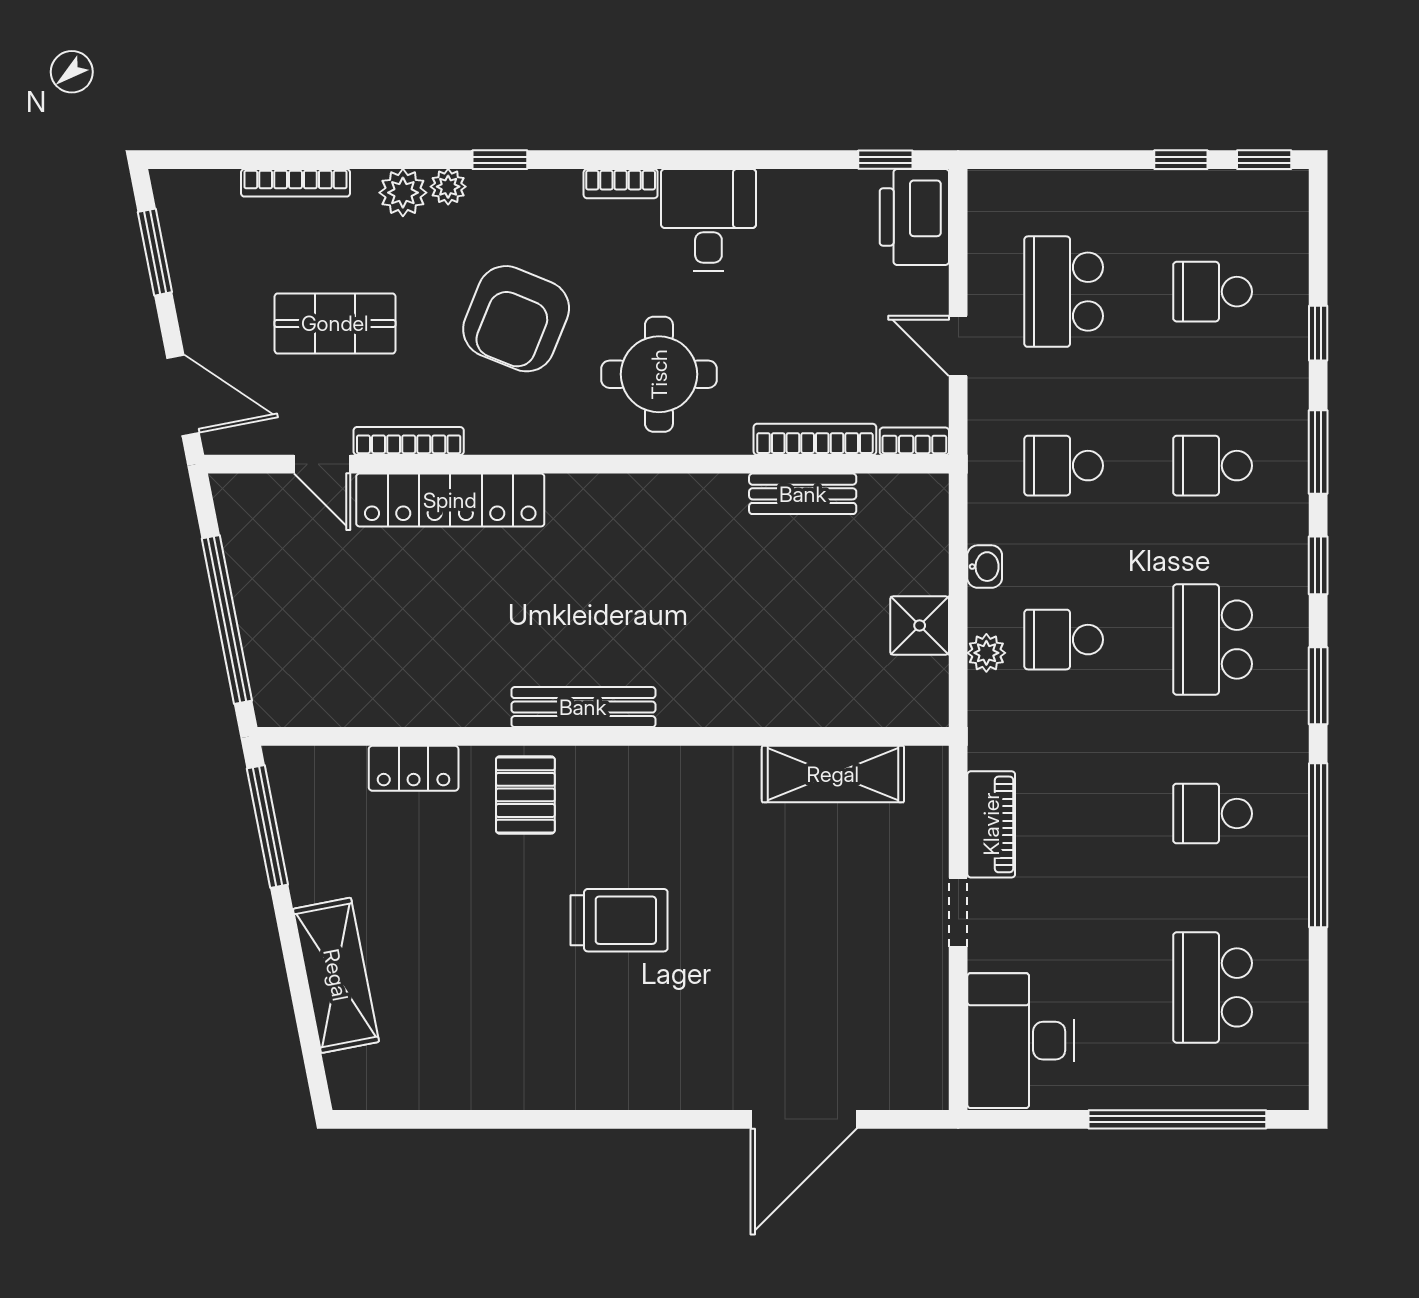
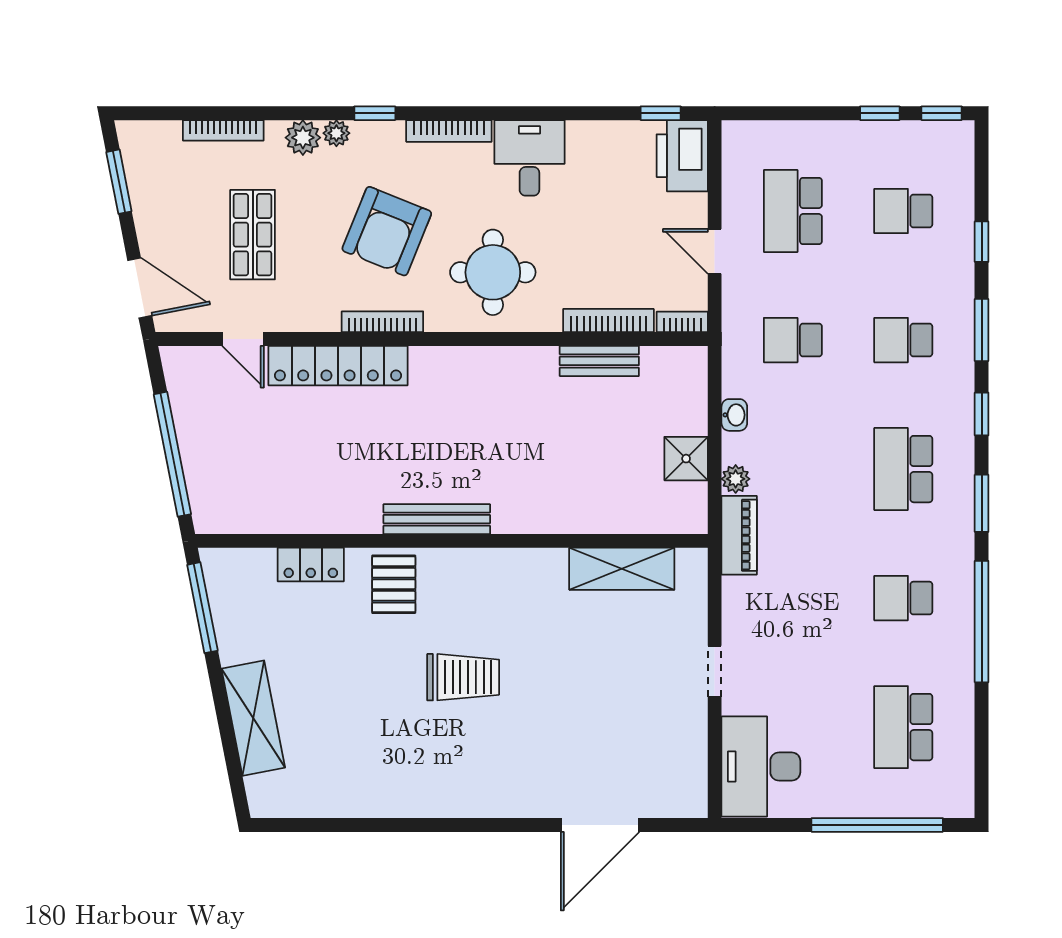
bookcase: (621, 184) -> (449, 131), width x1.56
shop shelf: (335, 323) -> (253, 235), turned 90
bookcase: (409, 441) -> (382, 322), moved
school desk: (1064, 640) -> (793, 469), removed
piano: (991, 824) -> (739, 535), moved

